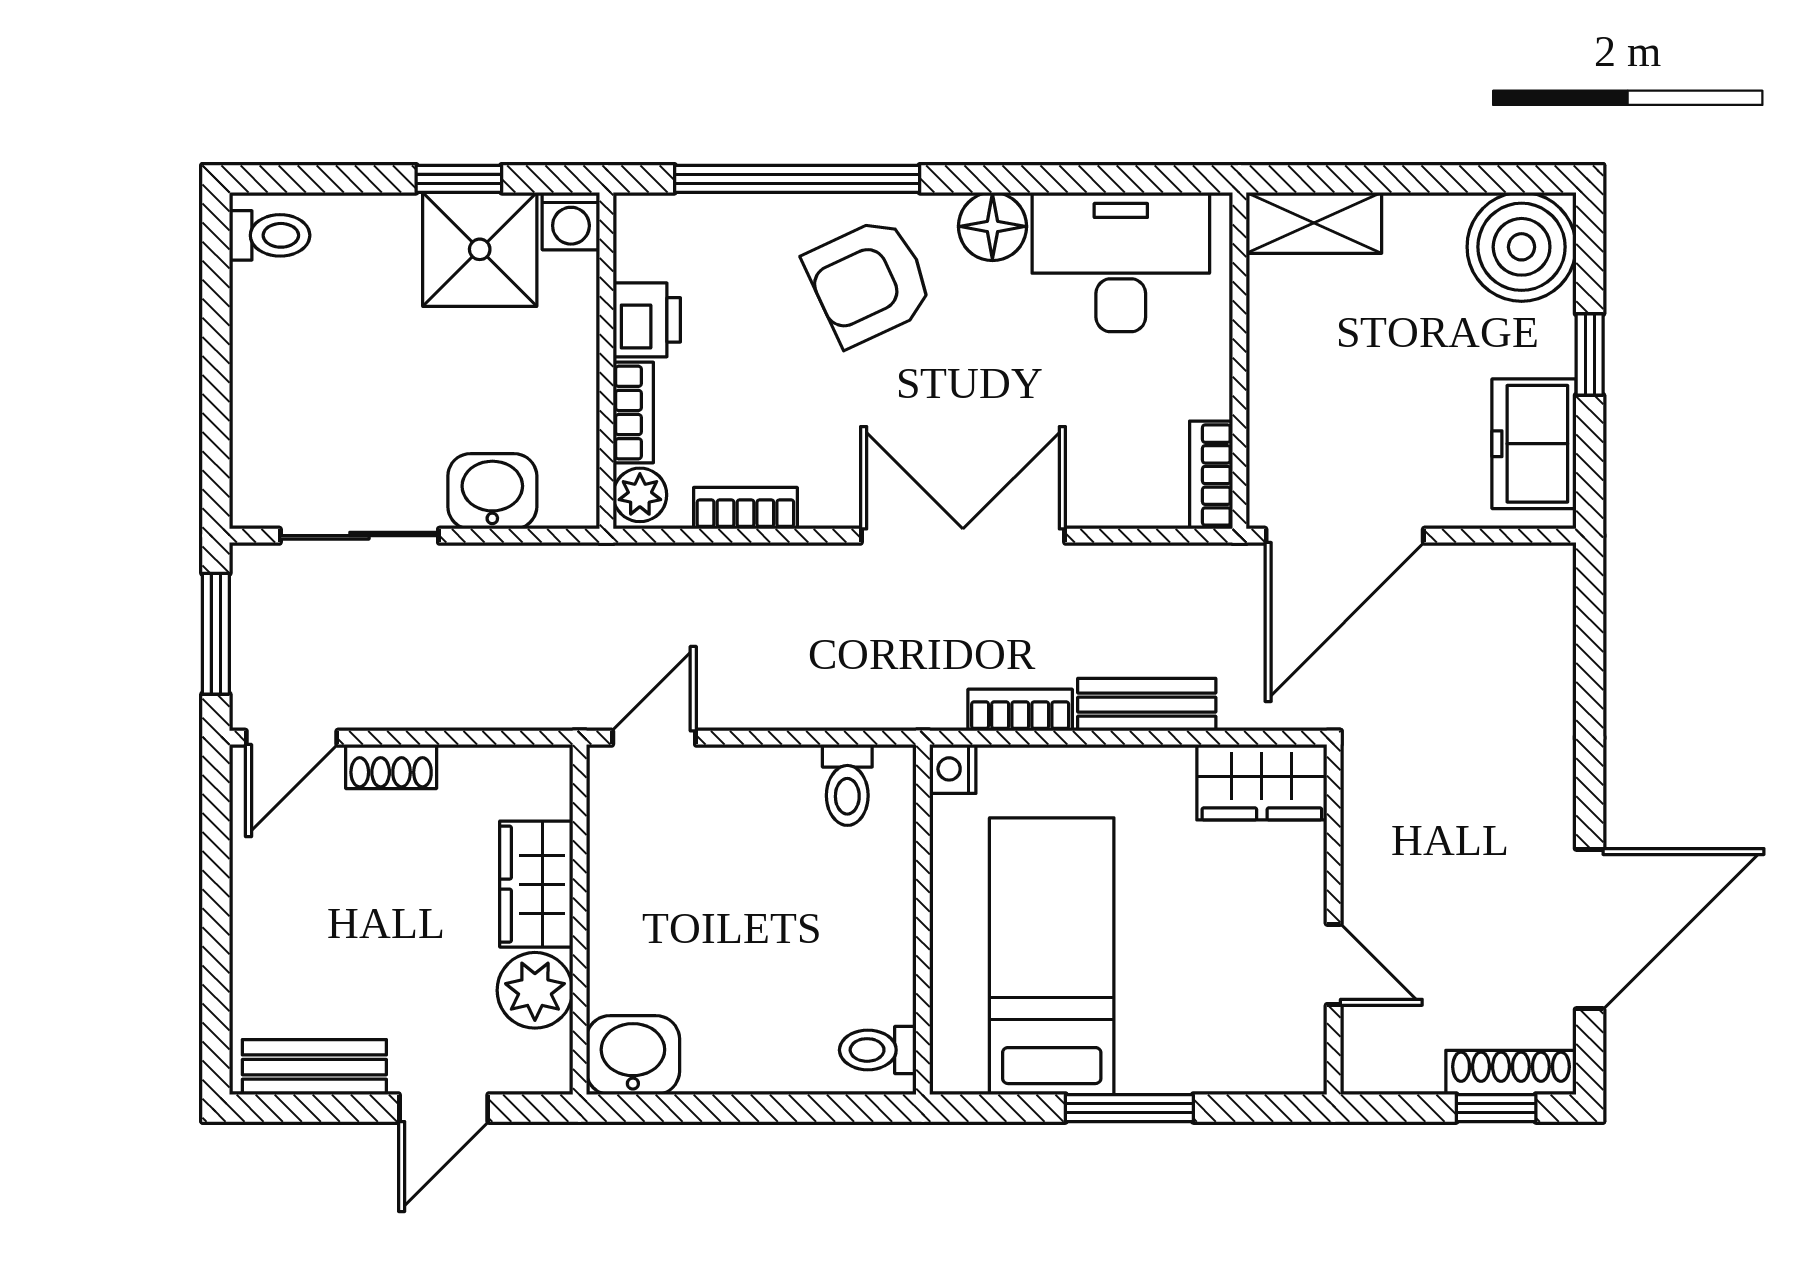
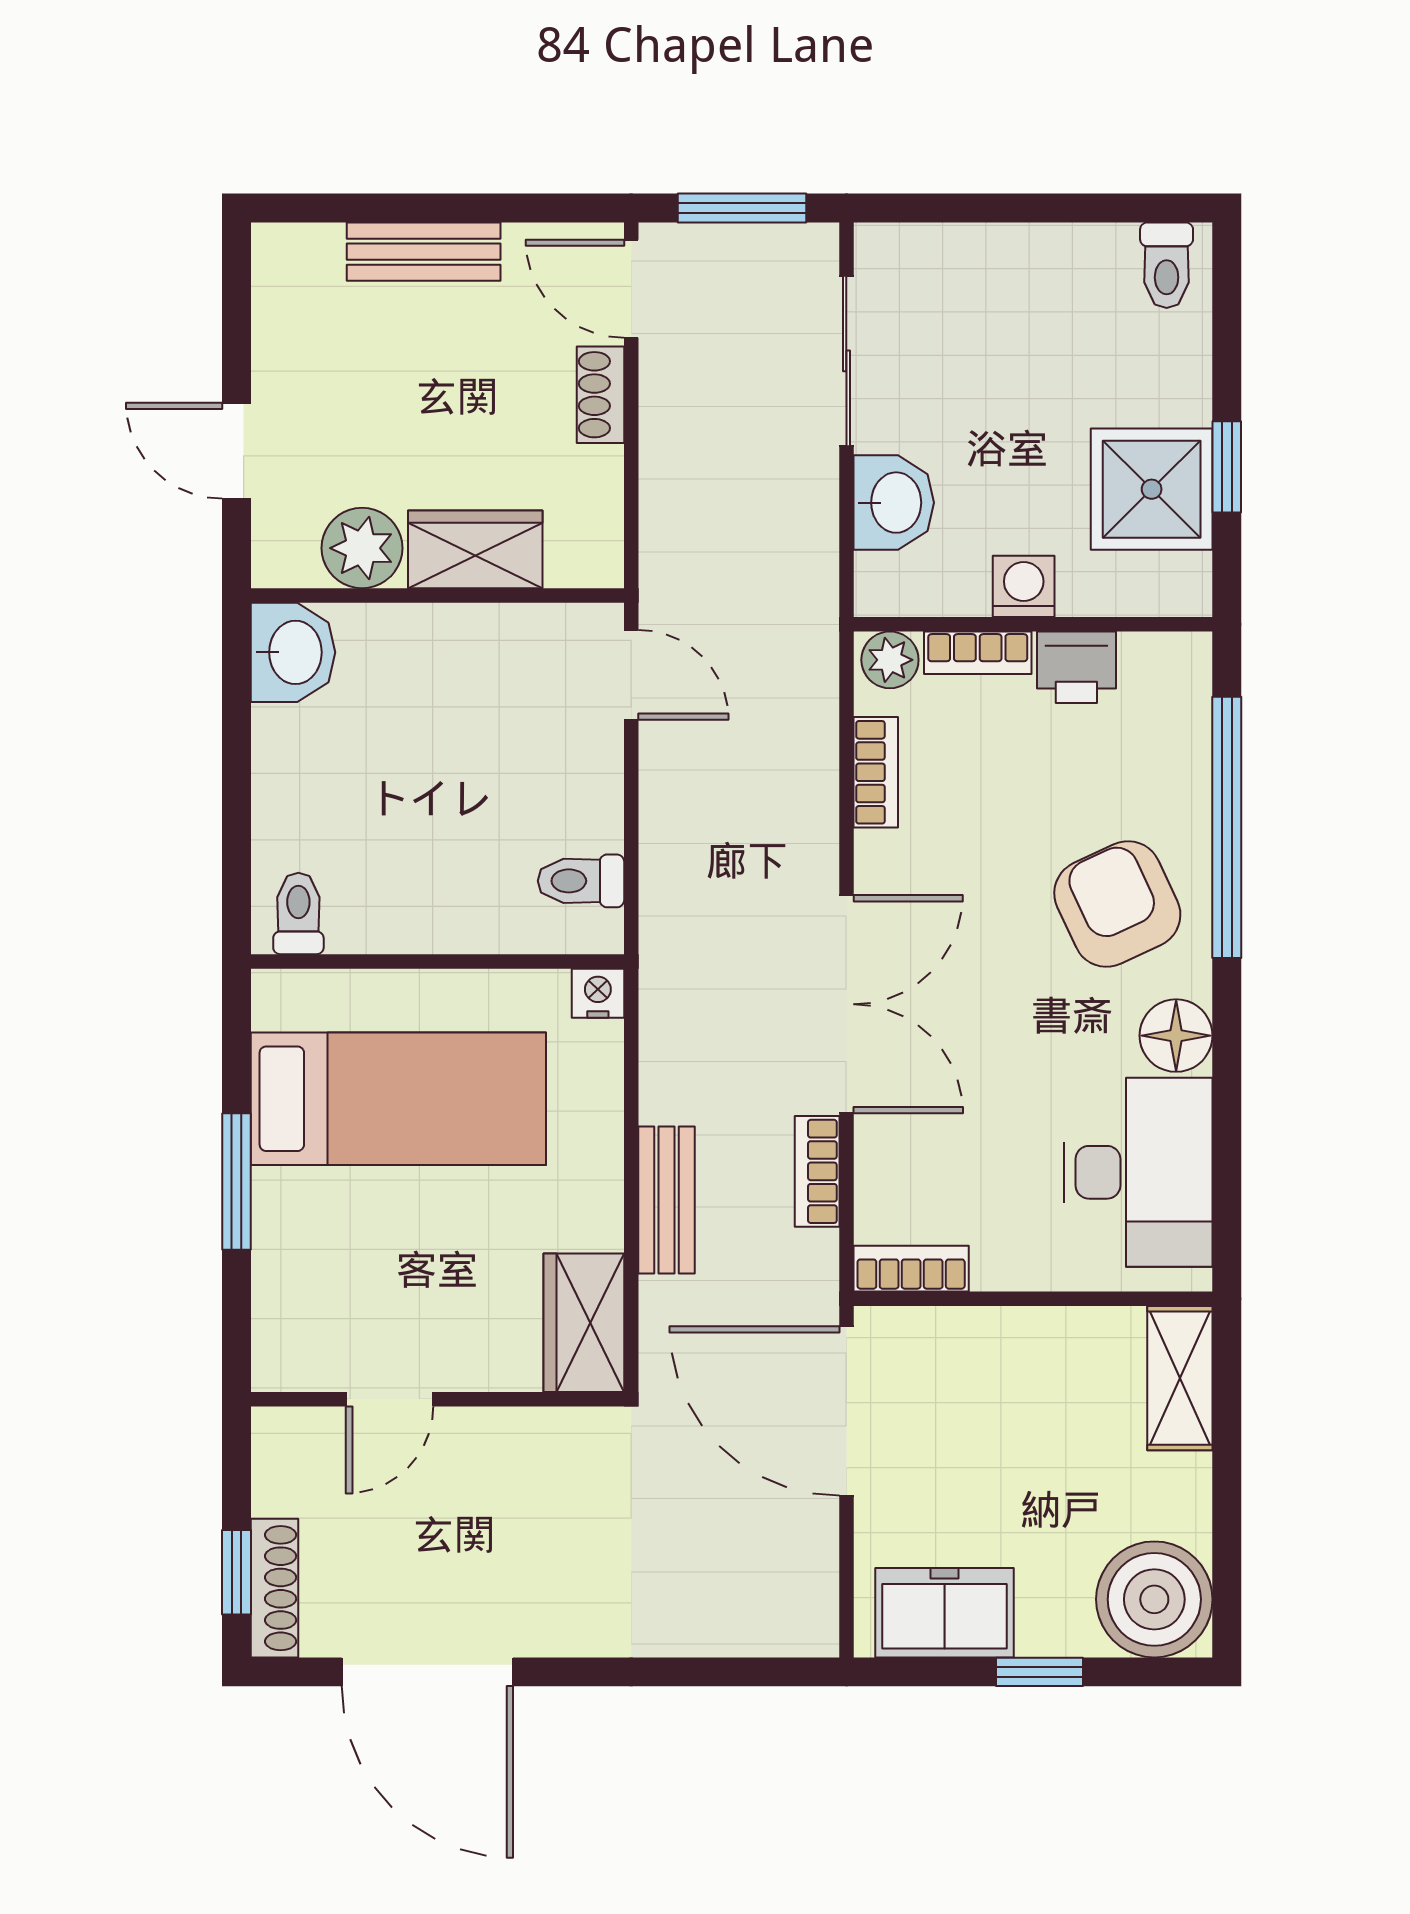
washing machine: (571, 221) -> (1024, 586), moved, turned 90
bookcase: (1020, 710) -> (817, 1171), moved, turned 180
bench: (314, 1067) -> (424, 252), moved, turned 90

